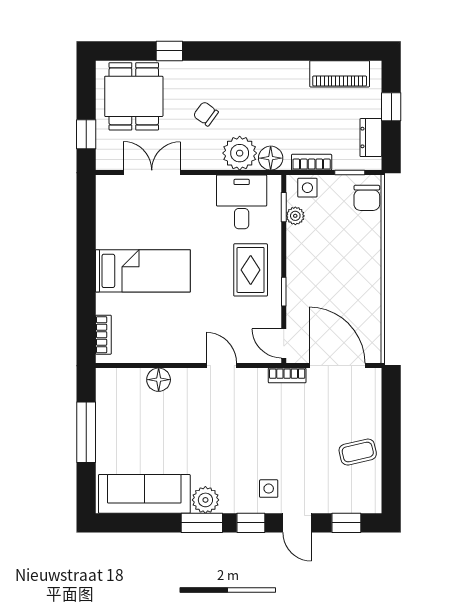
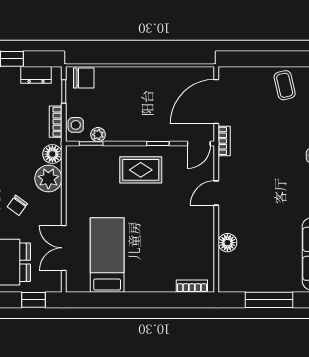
desk: (242, 202) -> (87, 177), removed
bed: (143, 271) -> (107, 255), moved

